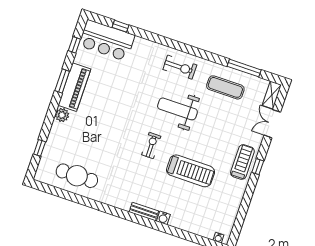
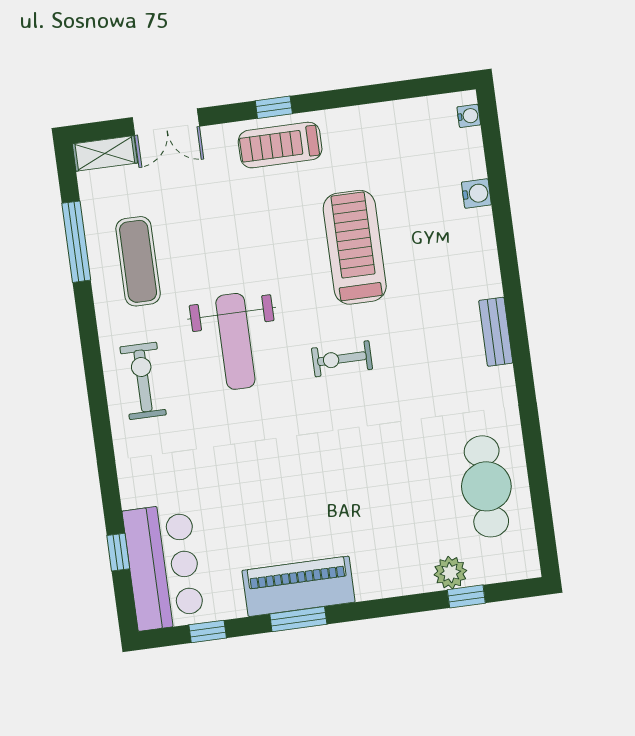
plant: (62, 115) -> (450, 573), moved
bench: (144, 212) -> (496, 332), moved
water cooler: (163, 218) -> (476, 193), moved

